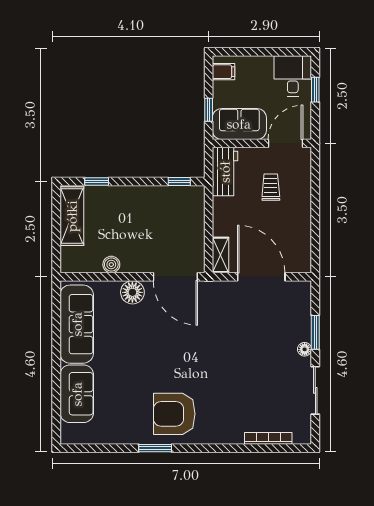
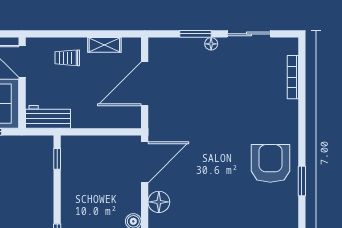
trolley: (271, 187) -> (67, 58), moved
shelving: (220, 255) -> (104, 45), moved
armchair: (174, 414) -> (270, 163), turned 180

